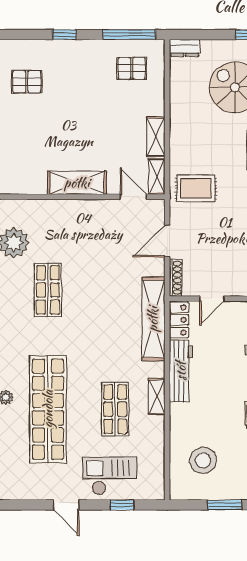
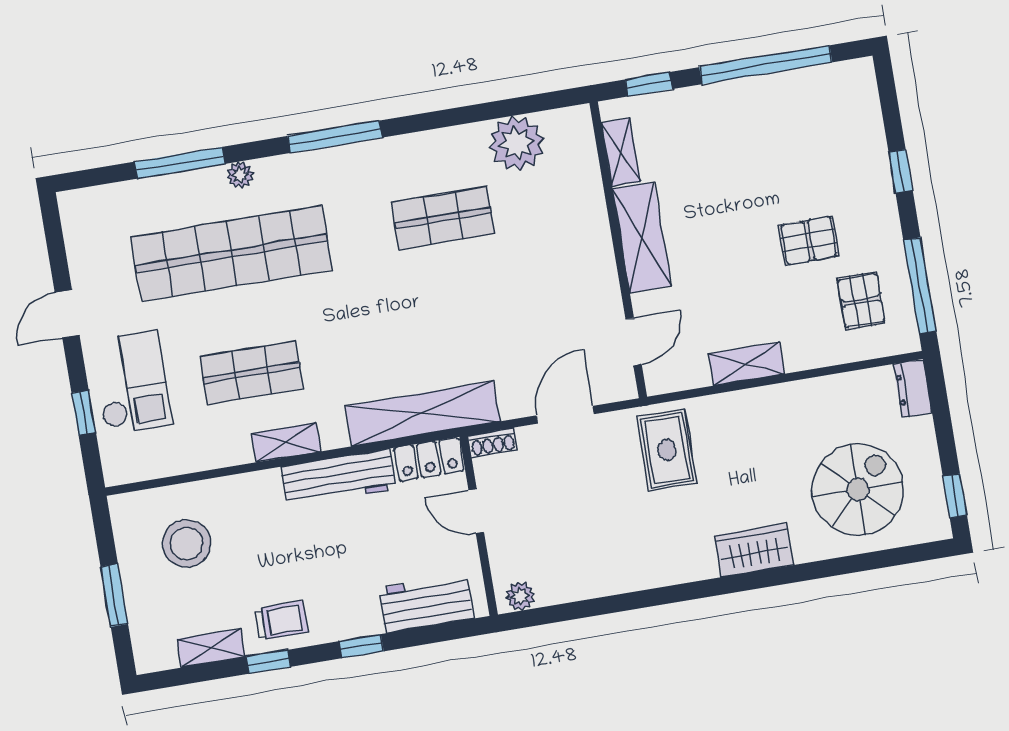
pallet: (27, 82) -> (809, 241), moved, turned 90
shelving: (157, 176) -> (621, 152), moved, turned 90
door: (167, 241) -> (565, 415), hinge flipped
shoe rack: (176, 278) -> (493, 443), width x0.70

